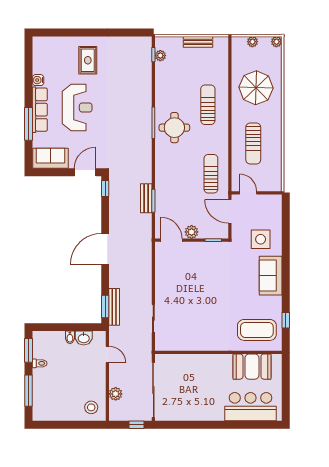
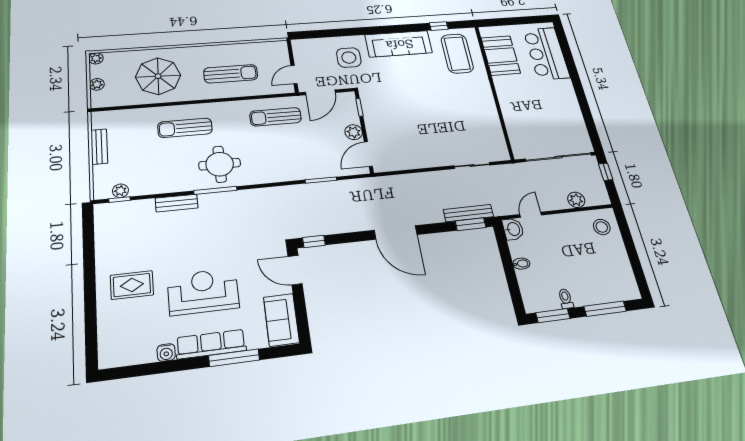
bench: (146, 198) -> (177, 203), moved
sofa: (271, 276) -> (399, 44), width x1.36
washbasin: (84, 338) -> (513, 229), moved

